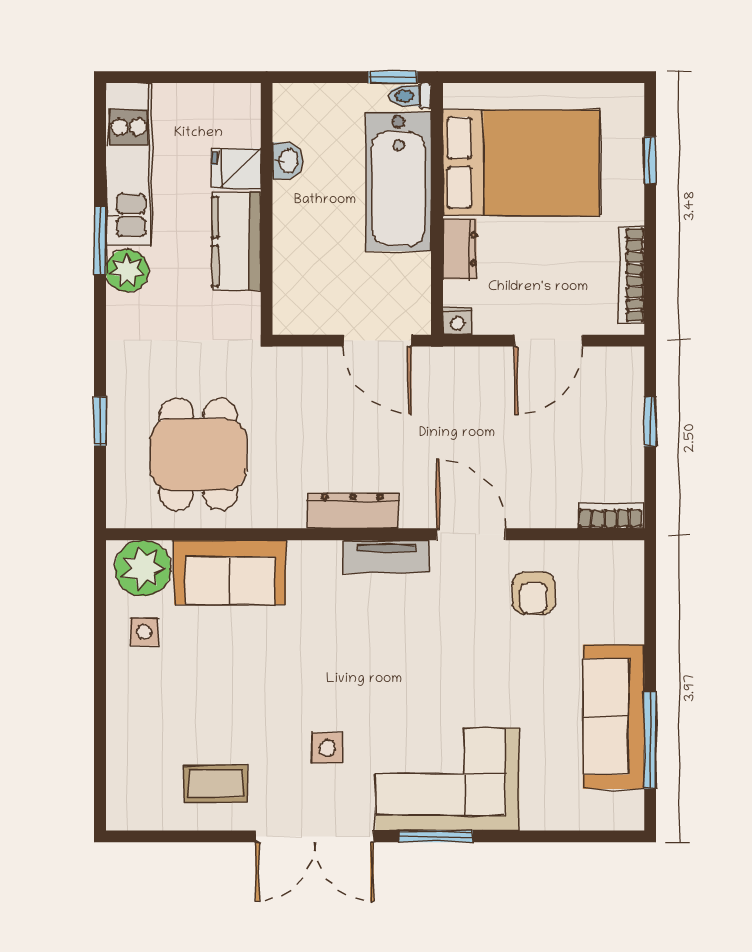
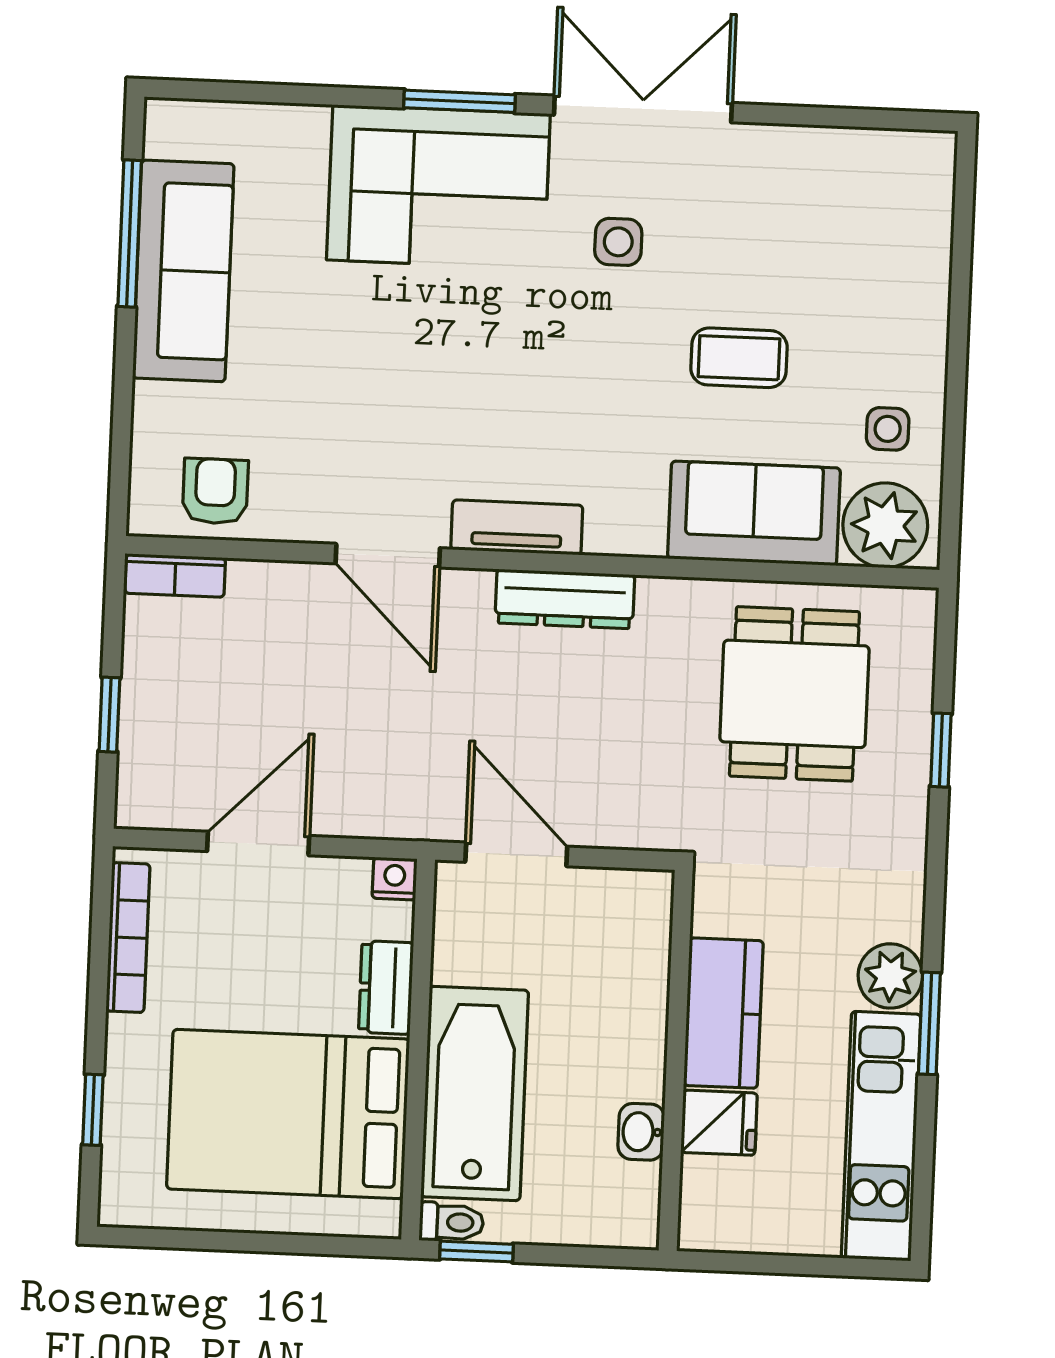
armchair: (534, 593) -> (215, 491), moved
coffee table: (216, 784) -> (739, 358), moved

